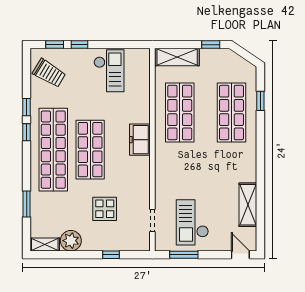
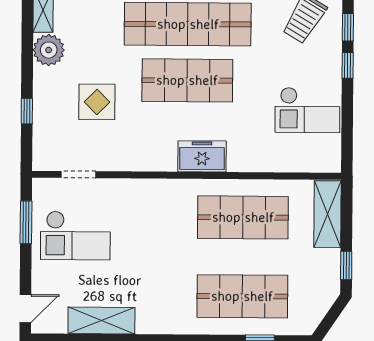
checkout: (192, 222) -> (75, 236), turned 180

